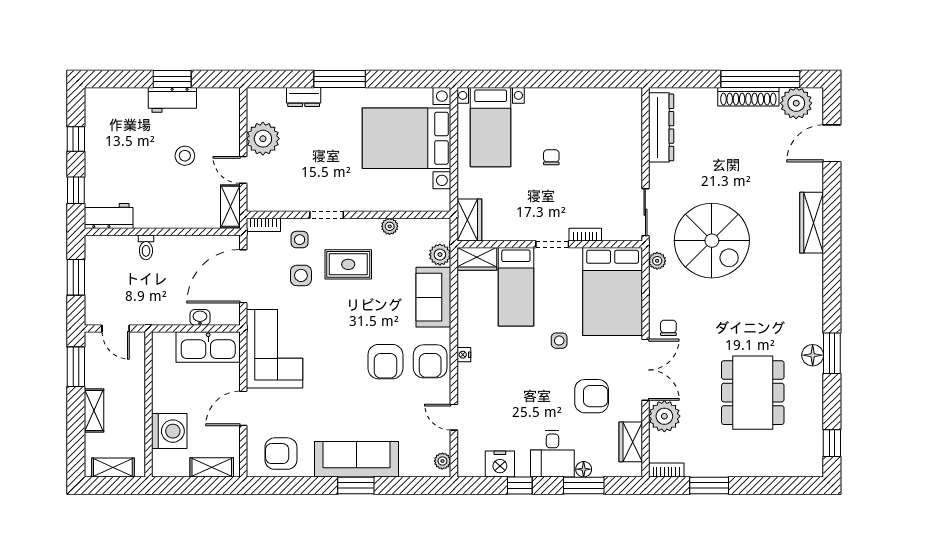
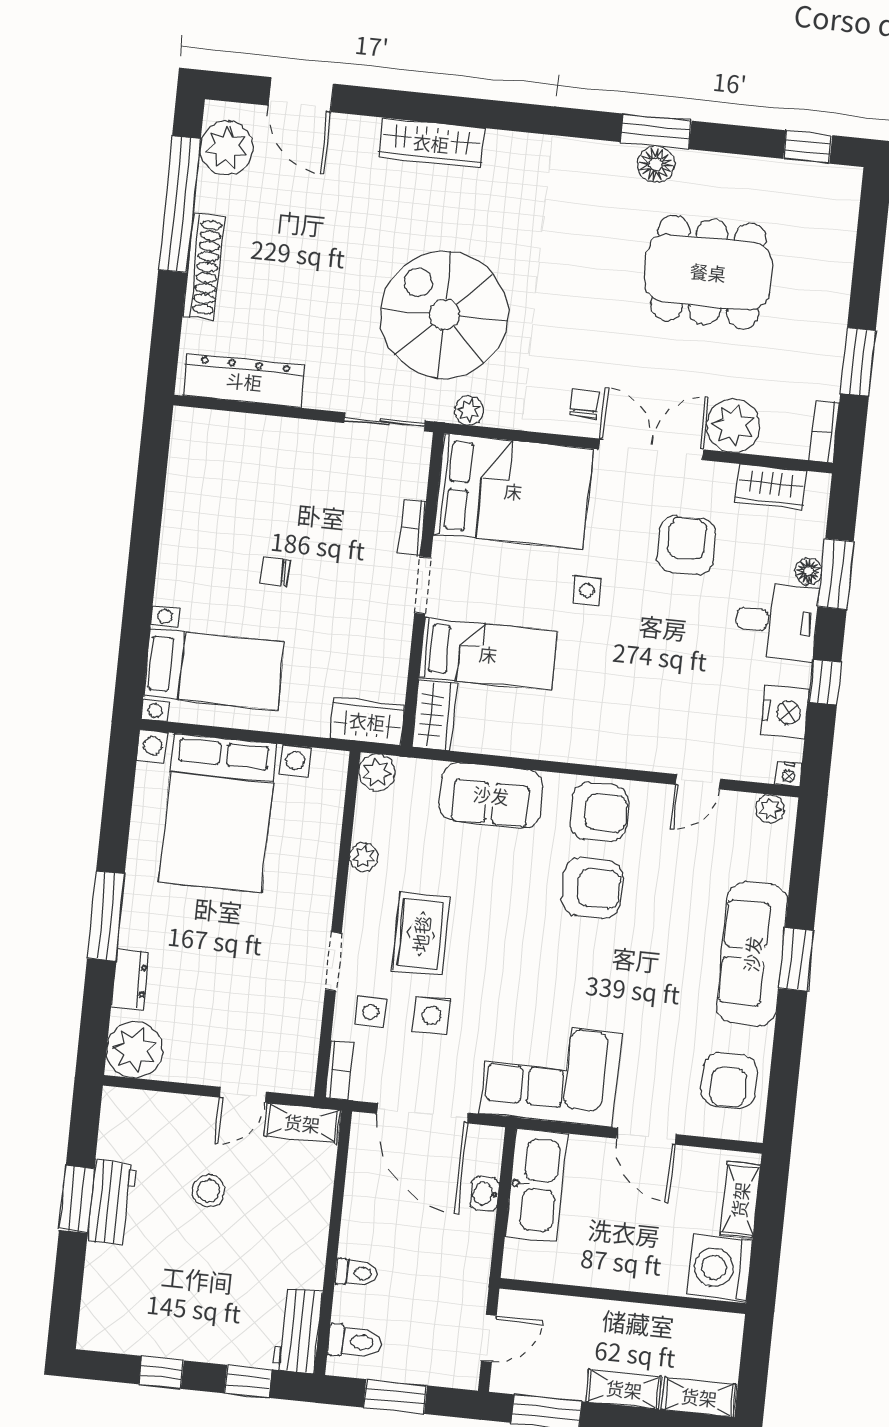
shoe rack: (748, 97) -> (204, 267), moved
plant: (263, 139) -> (135, 1050), moved
spiral stairs: (712, 241) -> (444, 315), turned -90
toilet: (106, 250) -> (355, 1342), added
plant: (440, 255) -> (377, 772), moved
chair: (668, 328) -> (584, 403), turned 90
nightstand: (464, 355) -> (789, 774), moved
washing machine: (169, 431) -> (720, 1268), moved, turned -90
shelving: (113, 467) -> (699, 1397), moved, turned 90

